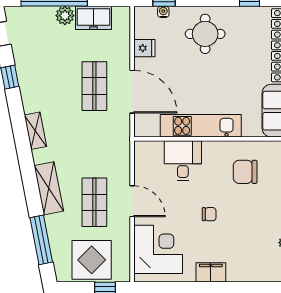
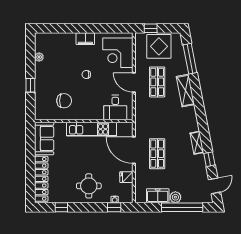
shelving: (35, 131) -> (197, 143), moved
desk: (183, 161) -> (115, 108), moved

